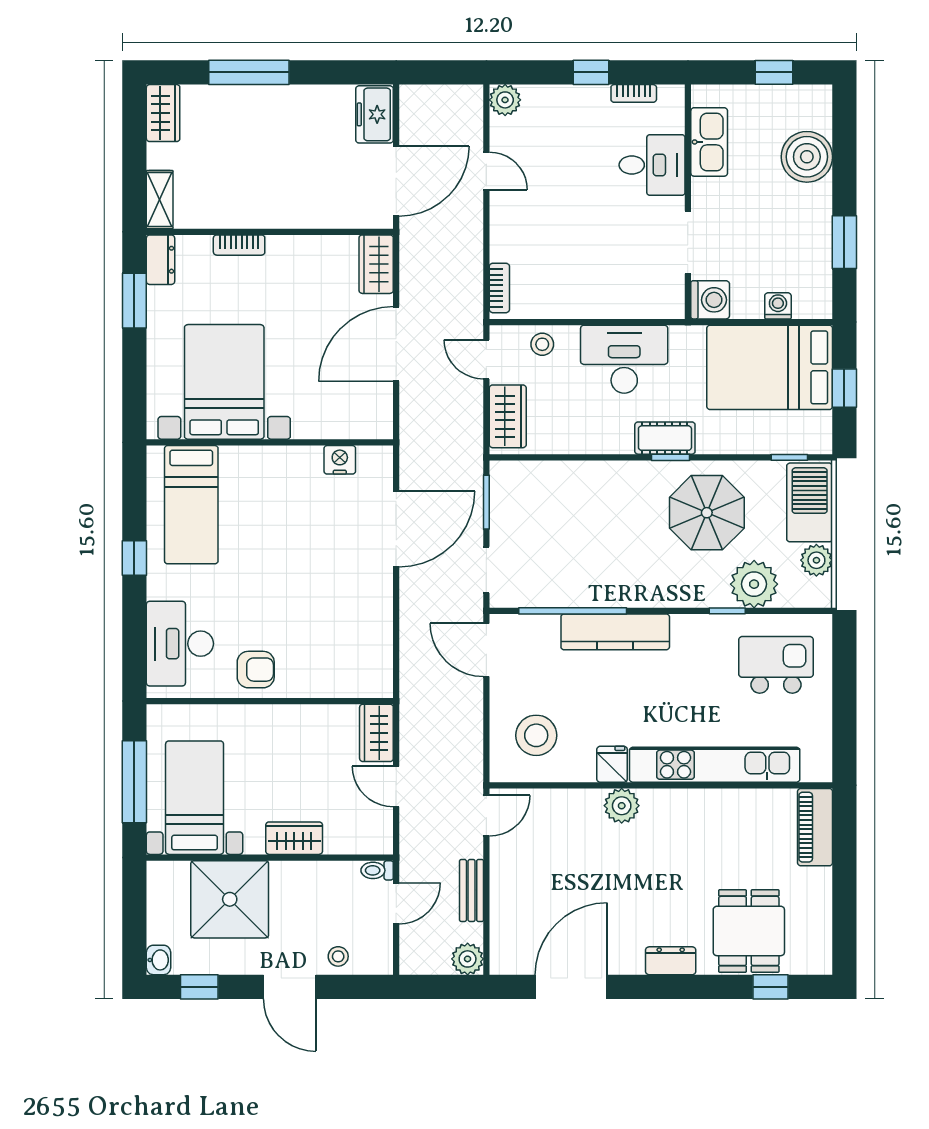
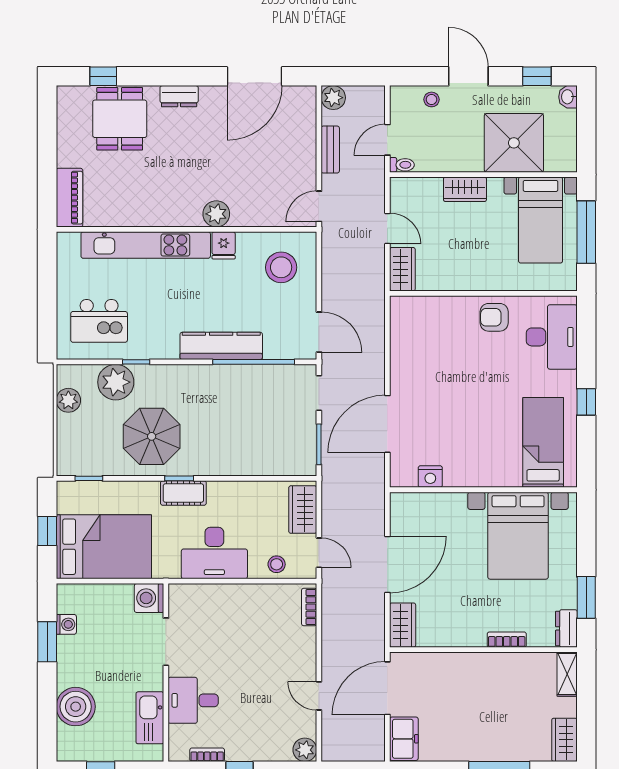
washing machine: (778, 306) -> (66, 624), moved, turned -90
barbecue: (810, 502) -> (74, 444), removed

